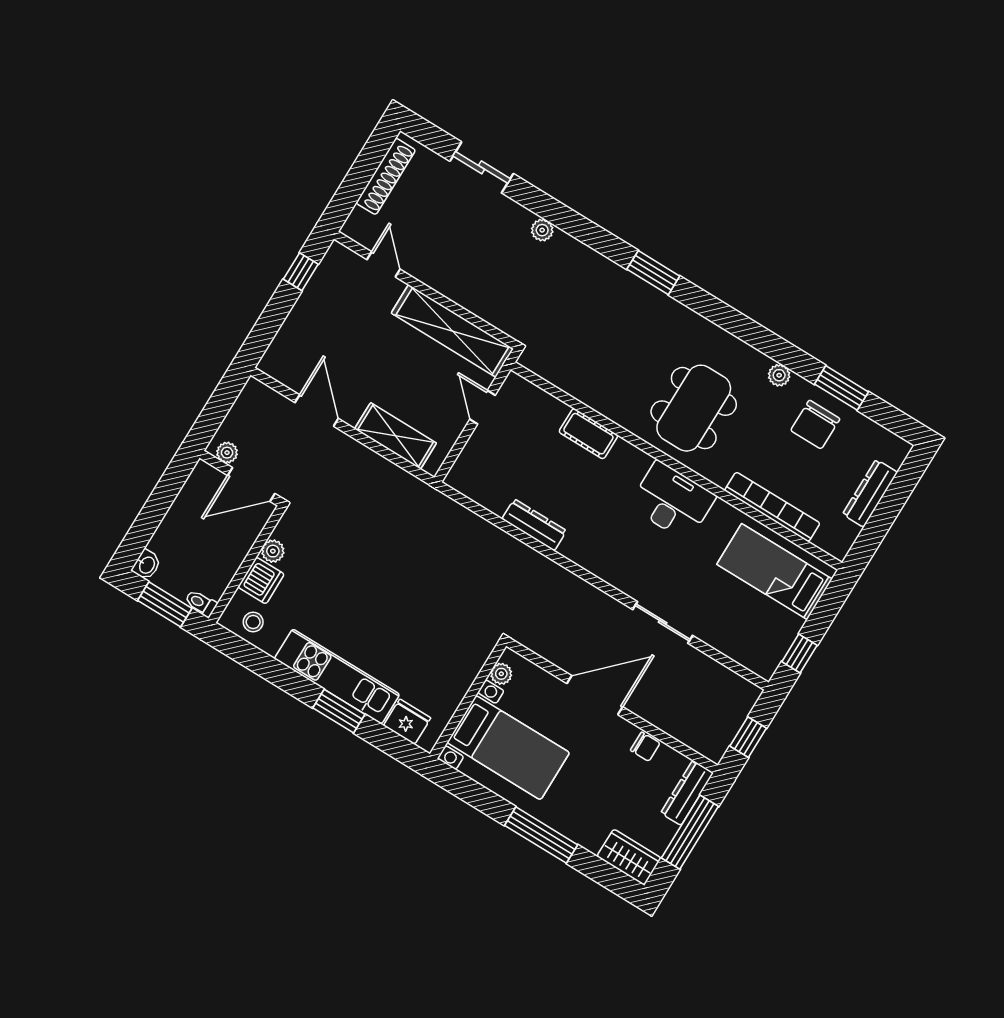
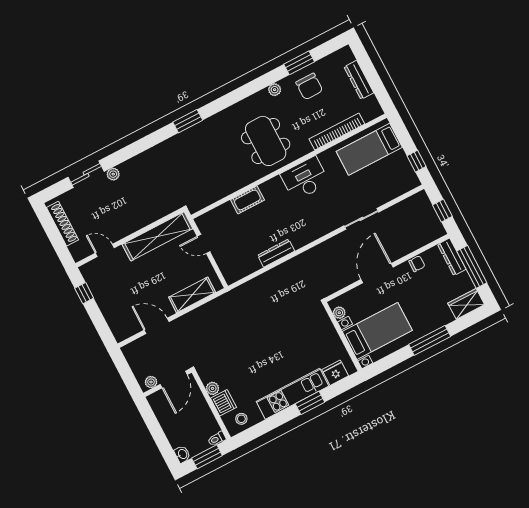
plant: (542, 230) -> (113, 174), moved

